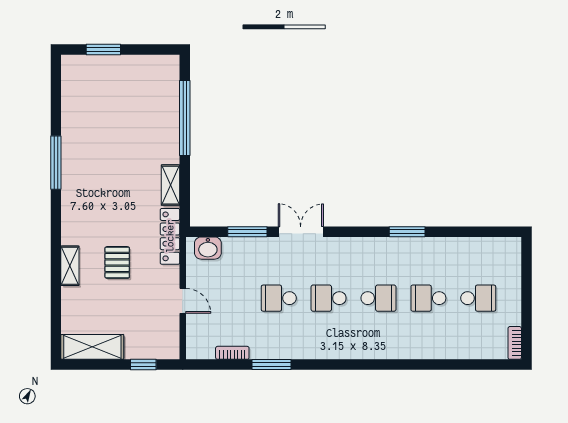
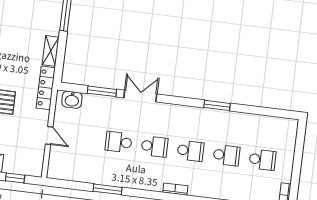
school desk: (329, 298) -> (155, 146), turned 180
school desk: (428, 298) -> (226, 155), turned 180
bookcase: (232, 353) -> (175, 189), moved

